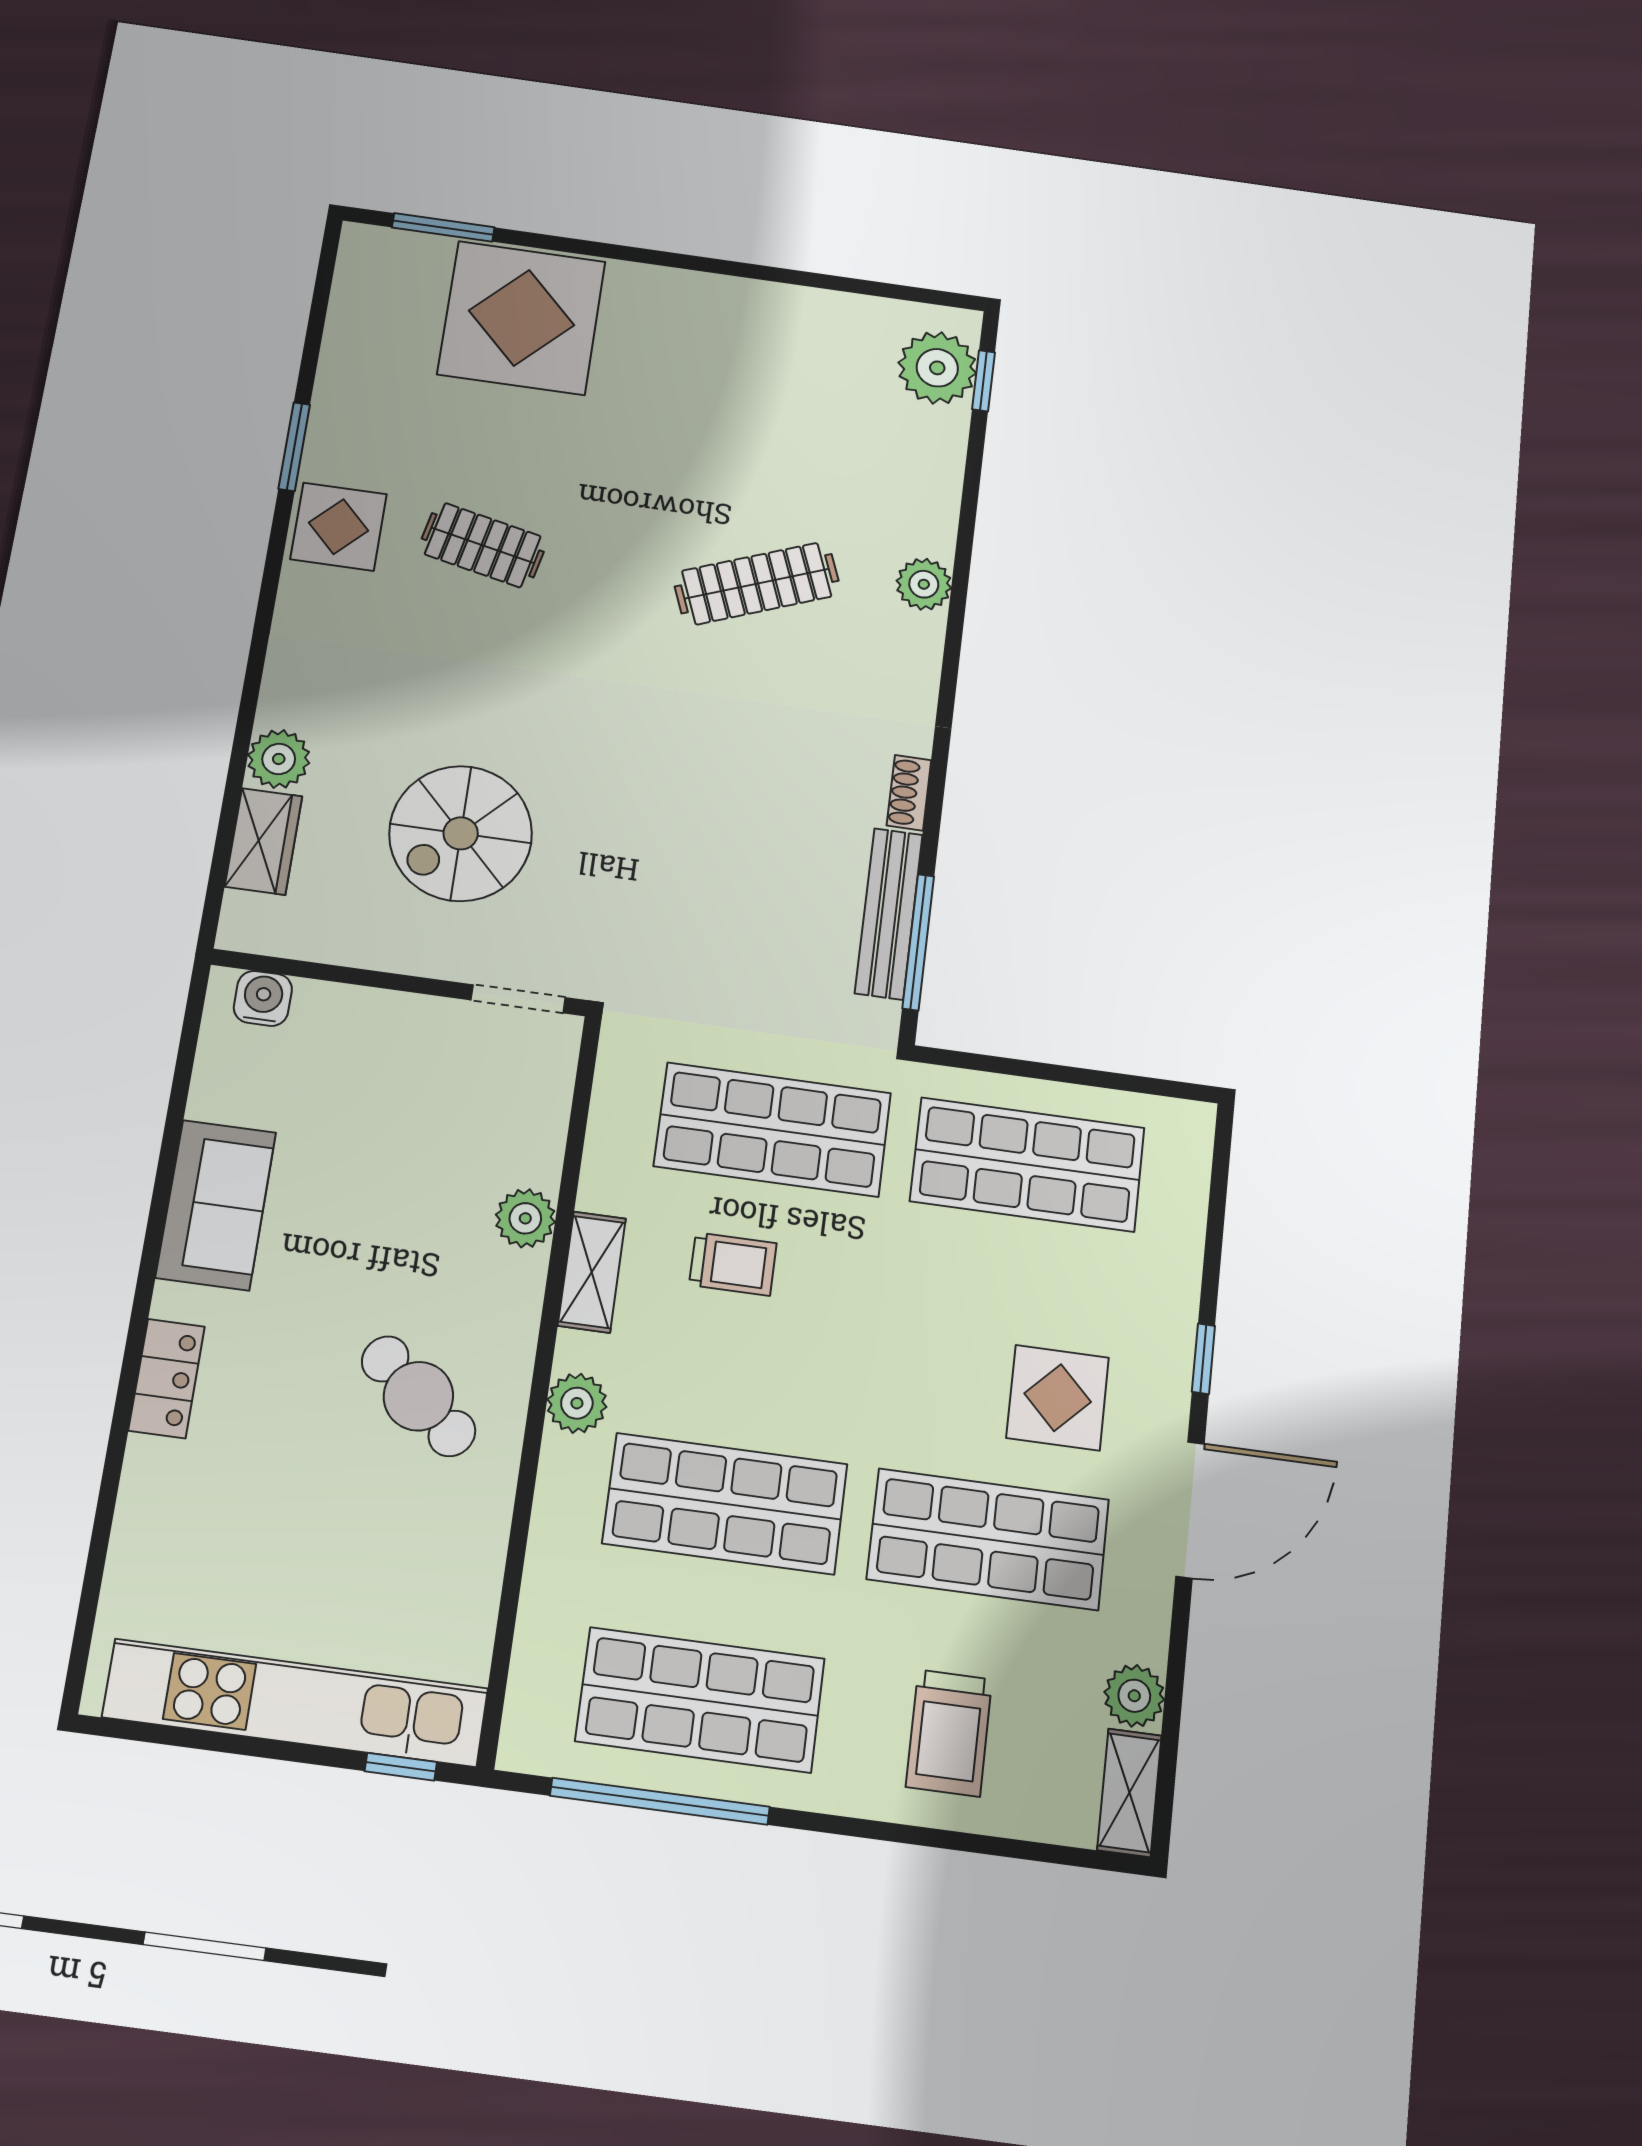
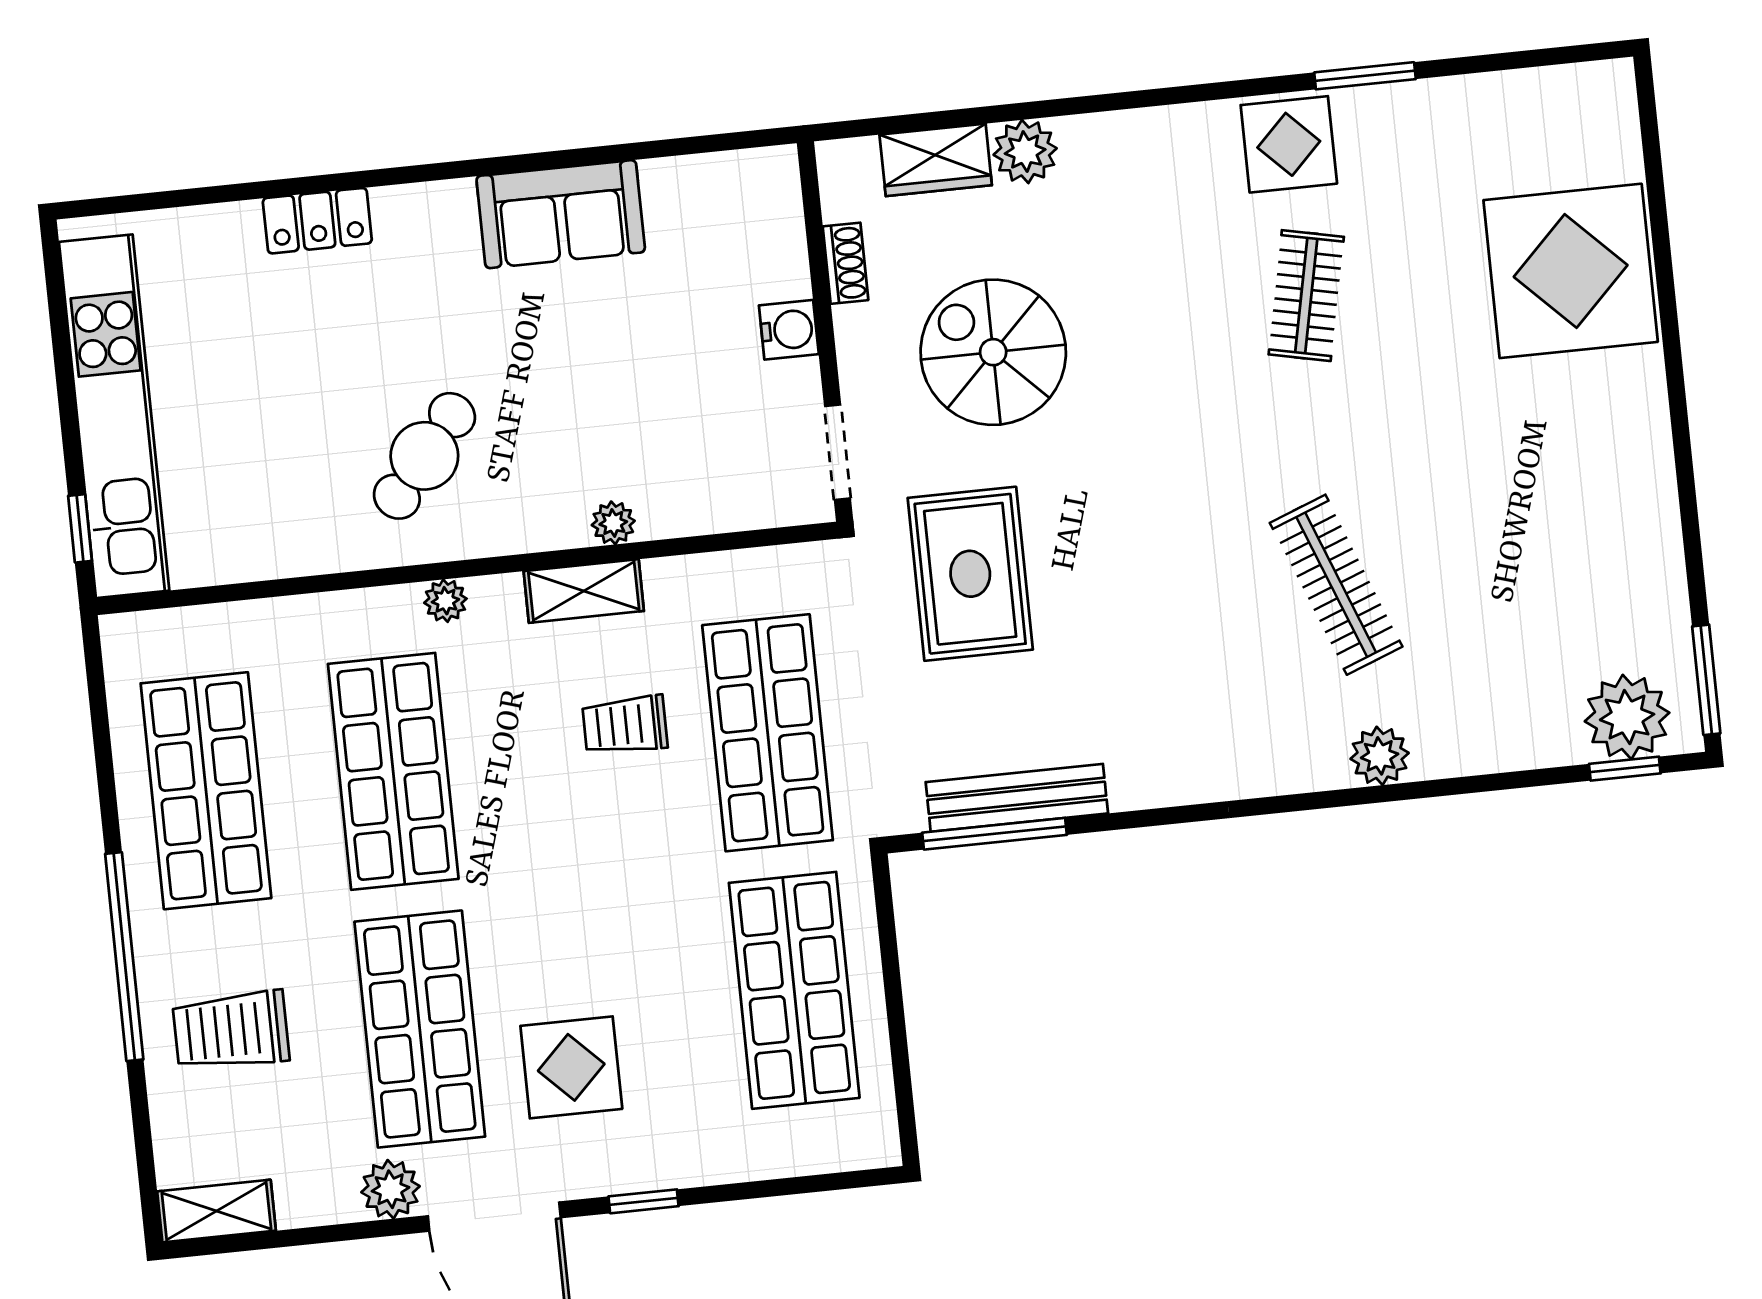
window: (443, 227) -> (1706, 680), moved
shoe rack: (909, 793) -> (846, 263), moved, turned 90
rug: (666, 905) -> (970, 574), added
water cooler: (263, 998) -> (789, 330), moved
plant: (525, 1218) -> (613, 523), width x0.73, depth x0.73
trolley: (733, 1264) -> (625, 725), turned 90
locker: (167, 1378) -> (317, 221), moved
plant: (577, 1403) -> (445, 601), width x0.73, depth x0.73
plant: (1134, 1696) -> (391, 1189), moved
window: (660, 1801) -> (124, 957), moved

